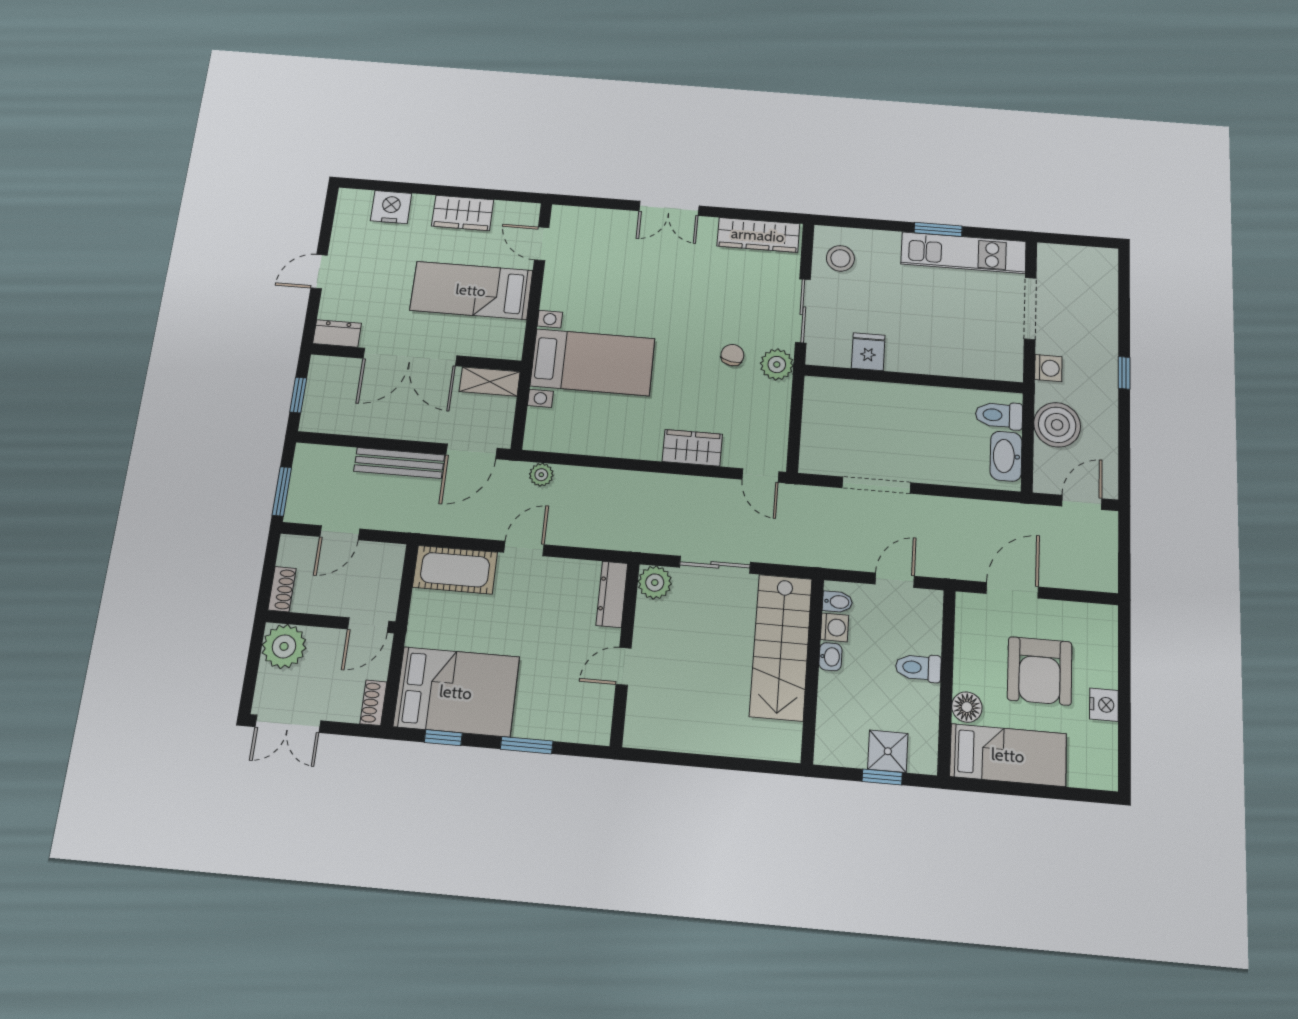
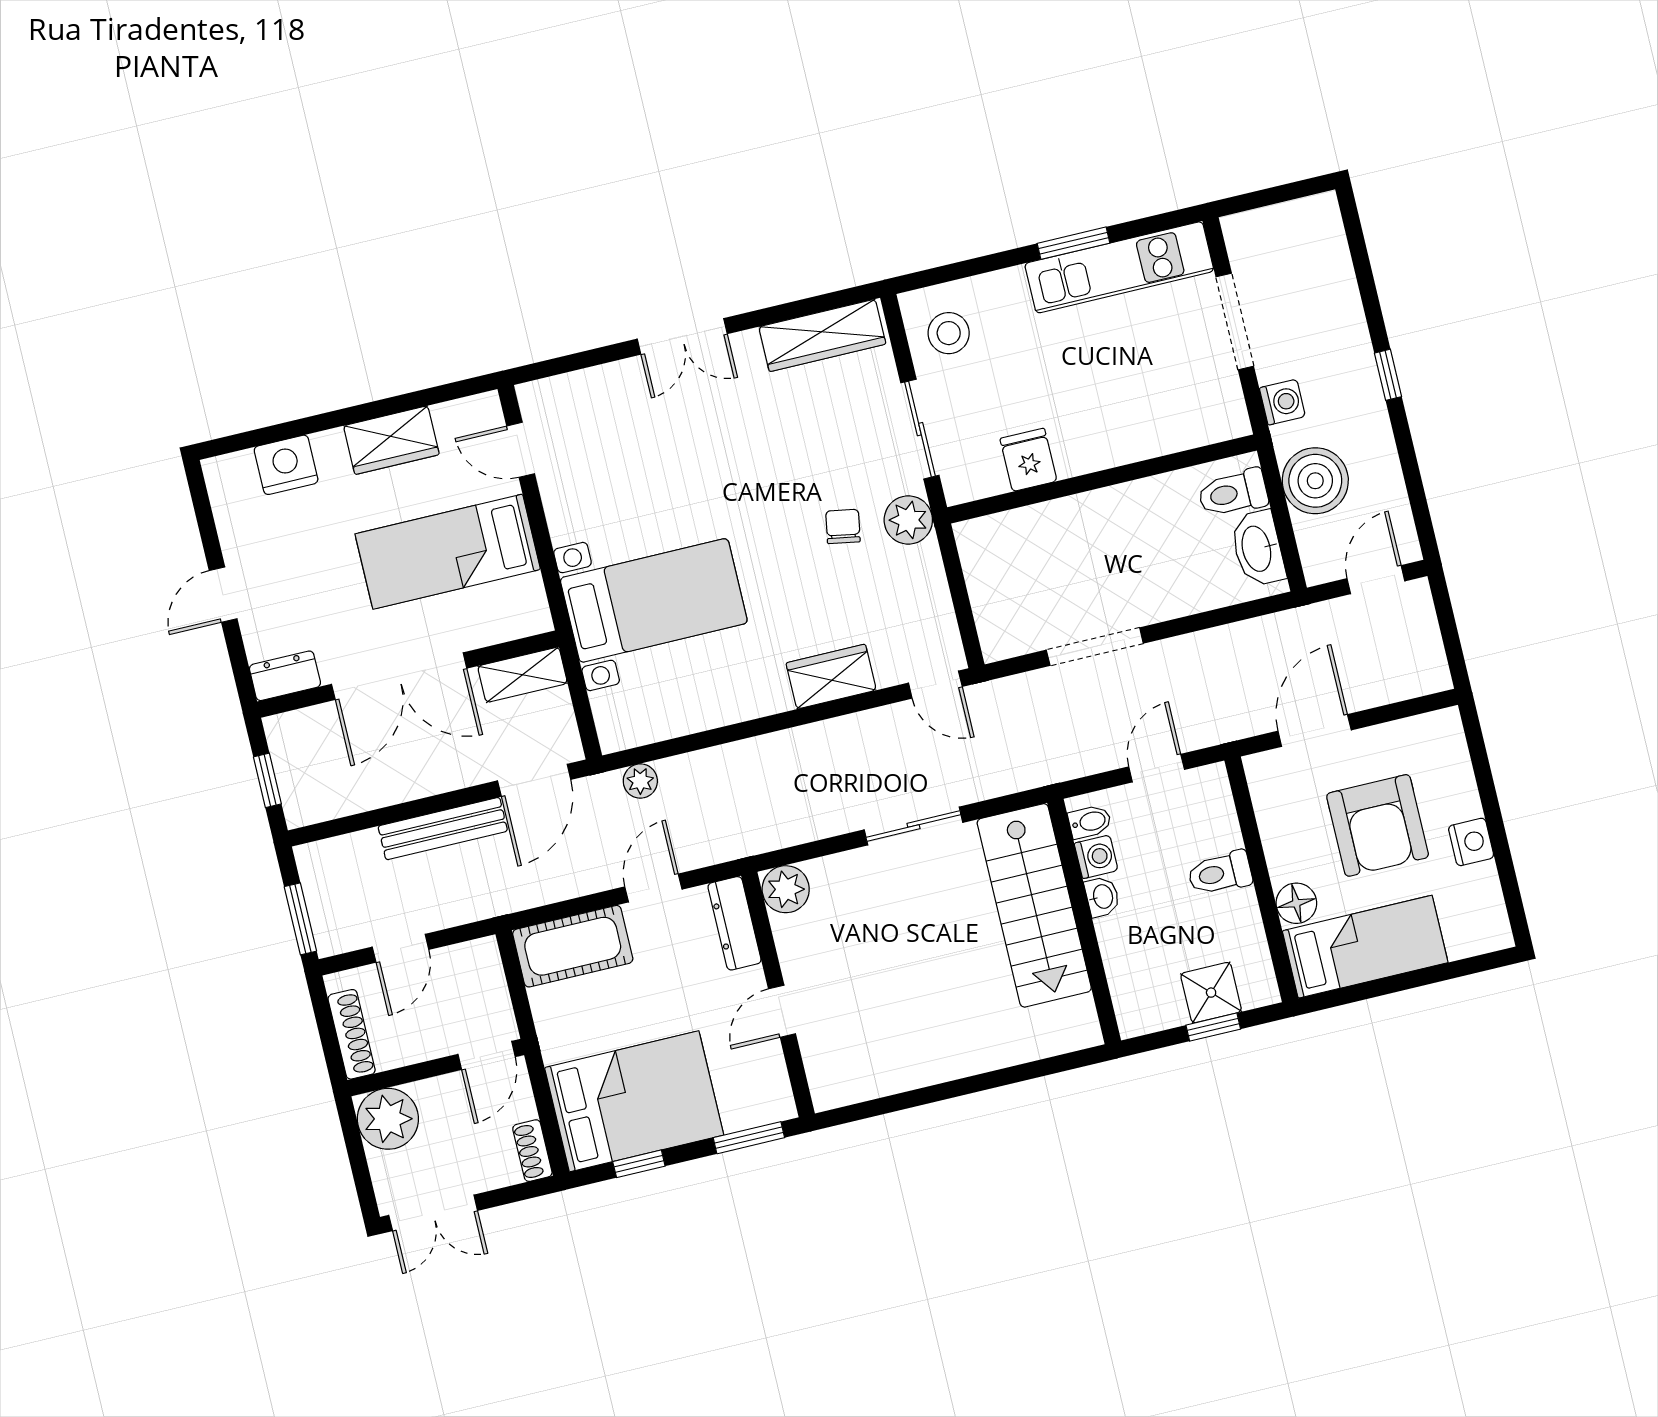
plant: (655, 583) -> (786, 889), moved
shoe rack: (282, 589) -> (352, 1034), width x1.43
dresser: (612, 594) -> (735, 923), moved
wall: (625, 654) -> (778, 995), moved
door: (624, 666) -> (782, 1011), moved

